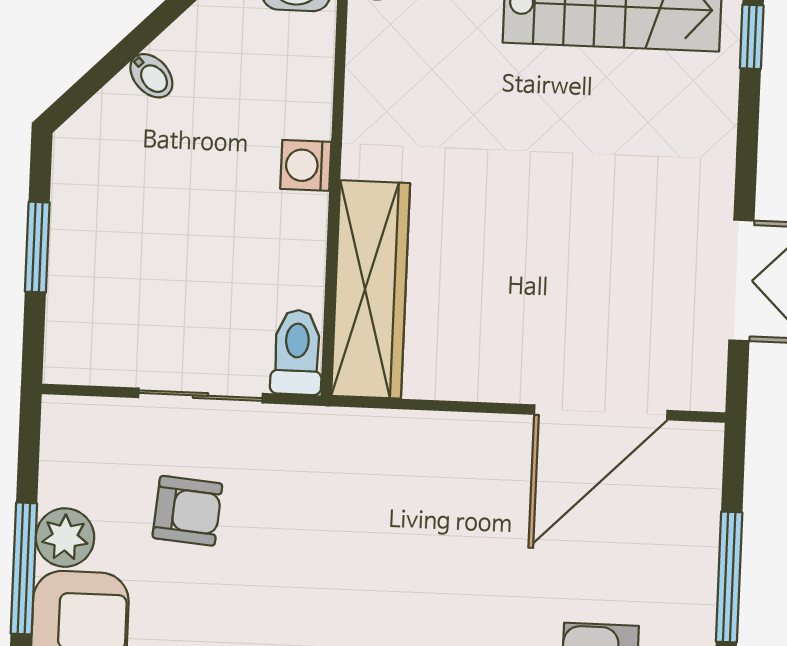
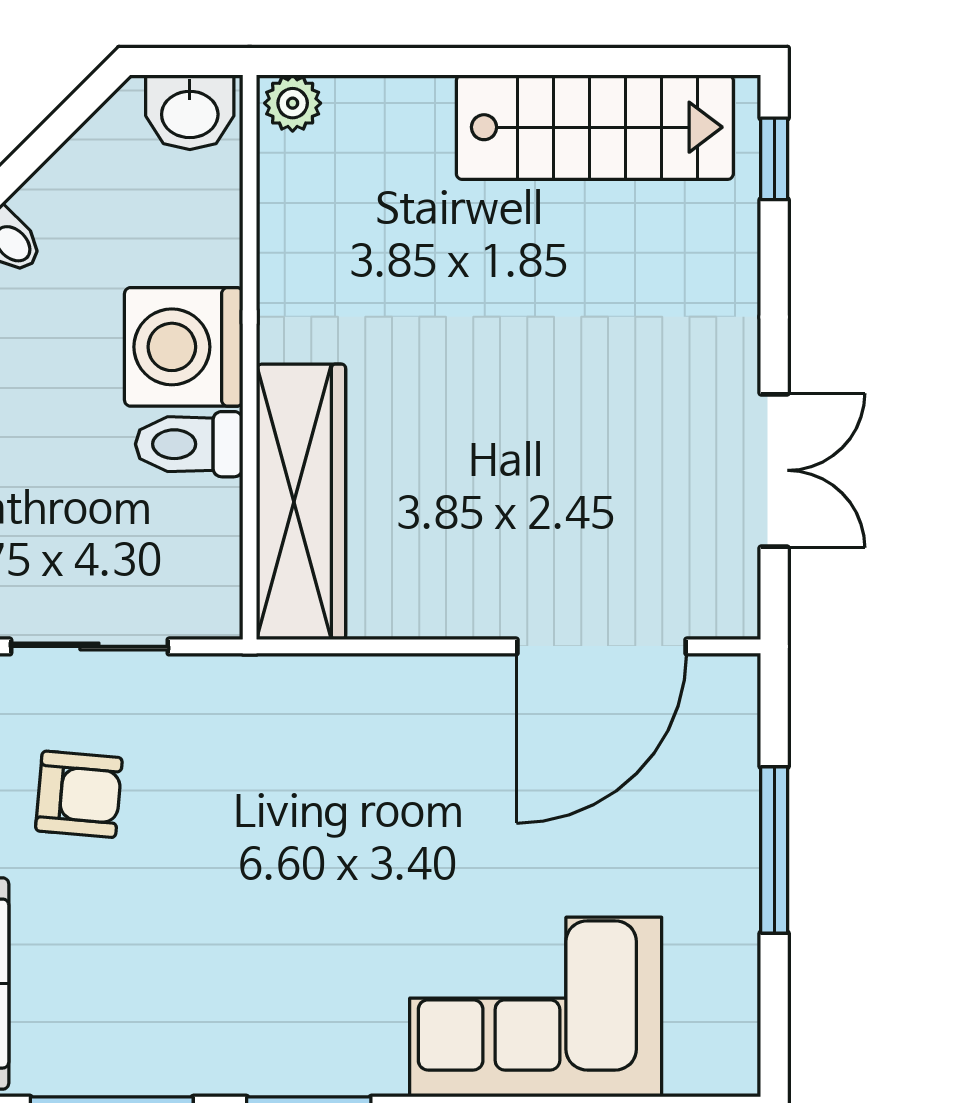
washing machine: (306, 165) -> (184, 347), width x1.89, depth x1.89
toilet: (297, 352) -> (189, 444), moved, turned -90

